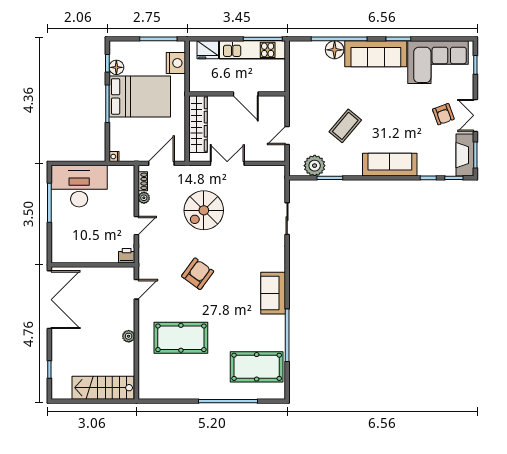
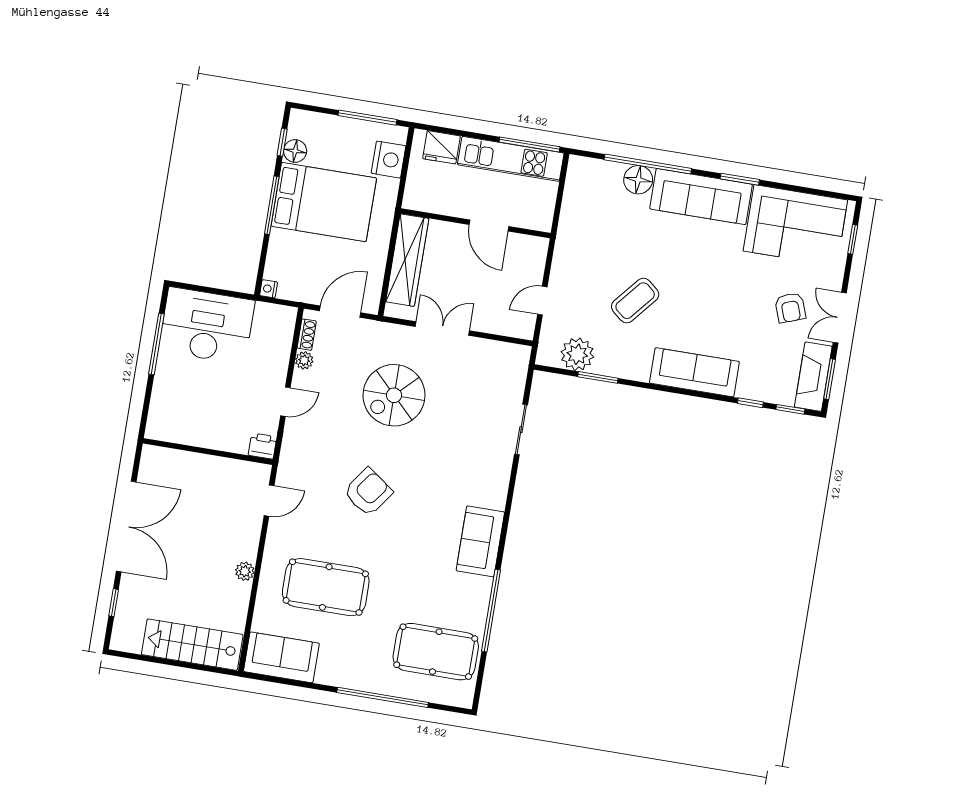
double door: (49, 300) -> (126, 527), moved
sofa: (160, 386) -> (281, 657), added

